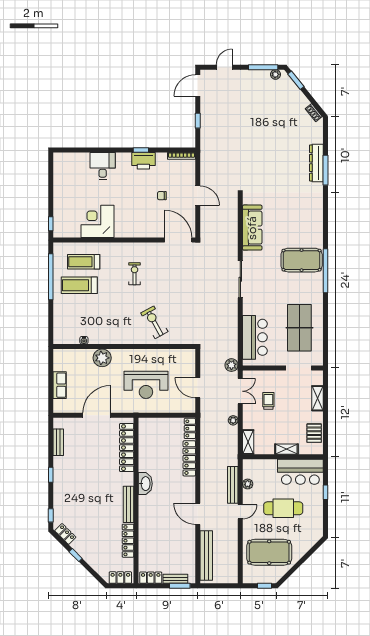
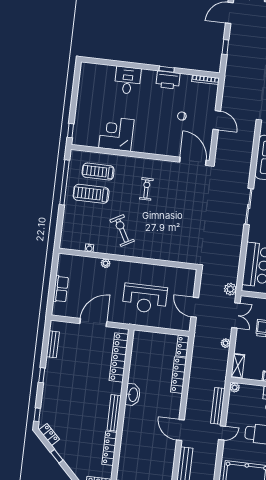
exercise bike: (154, 322) -> (122, 231), moved
plant: (102, 358) -> (106, 263), width x0.53, depth x0.53
plant: (248, 484) -> (235, 387), moved

